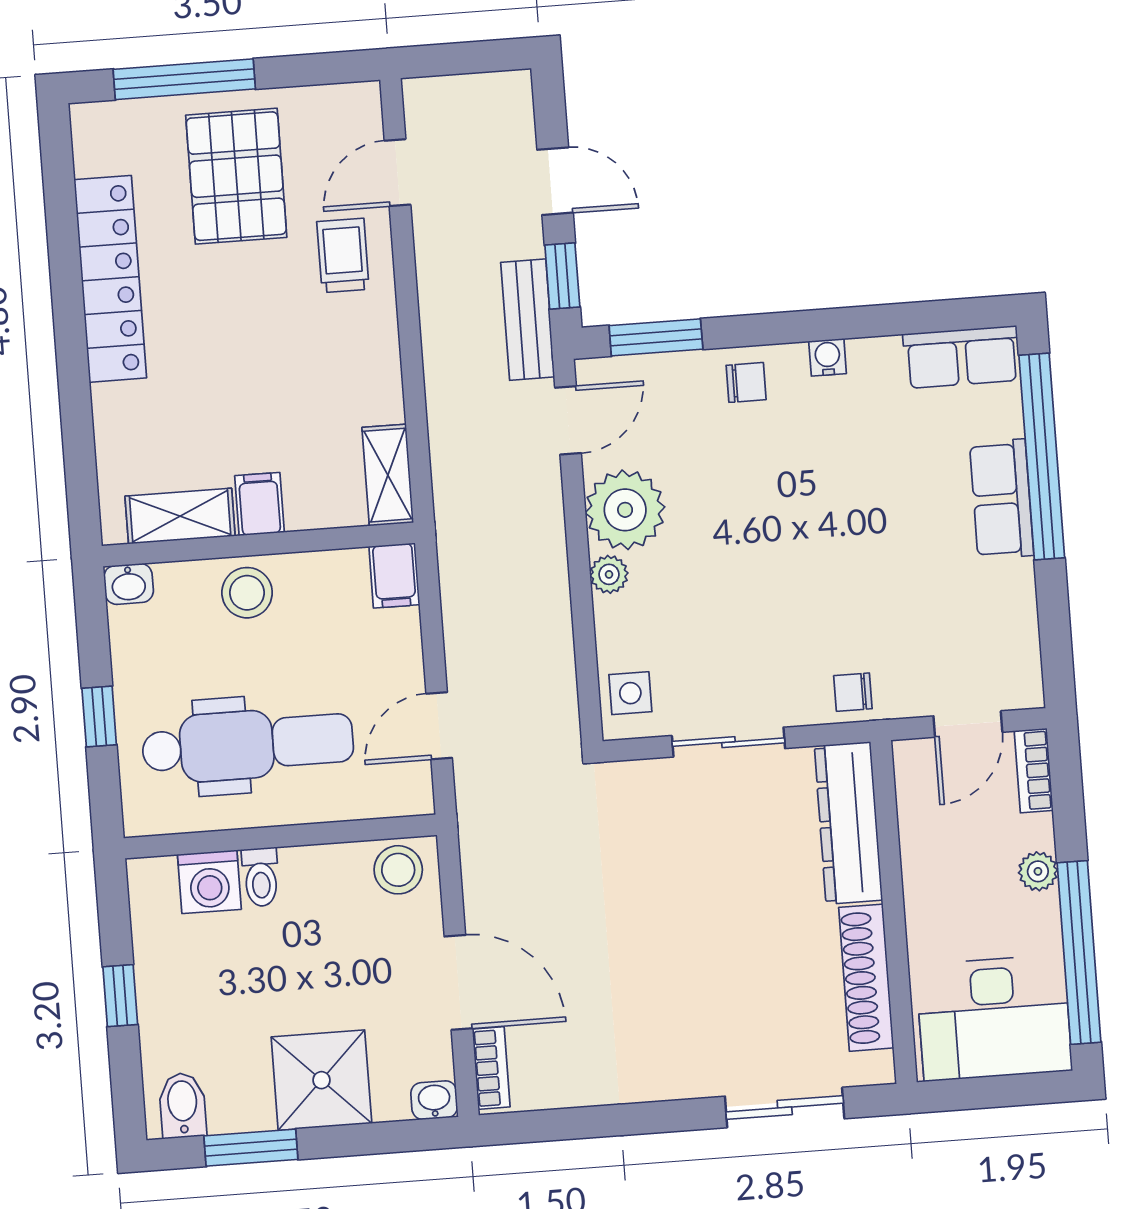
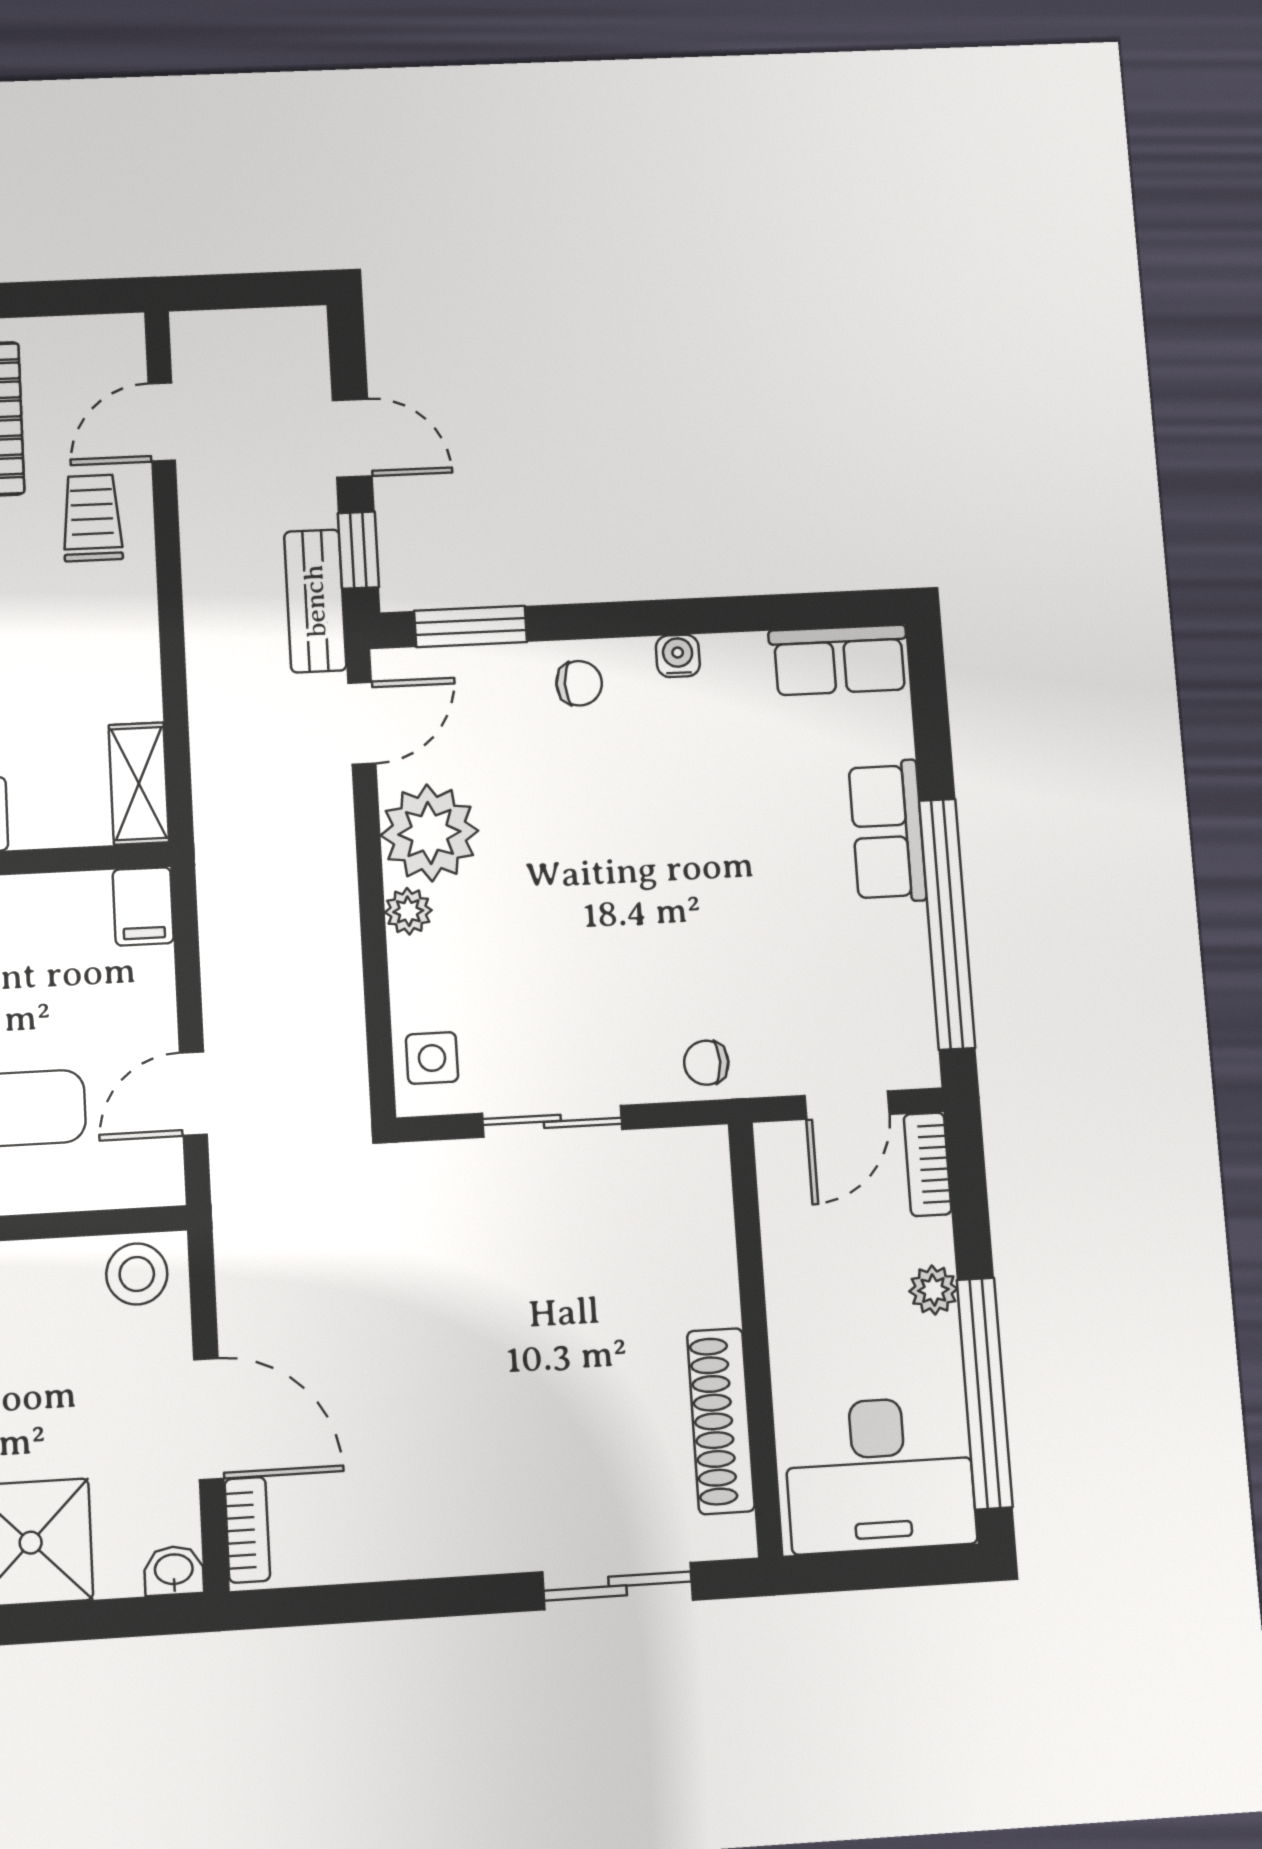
window: (1042, 457) -> (947, 924), moved
dresser: (848, 823) -> (700, 1225), removed

